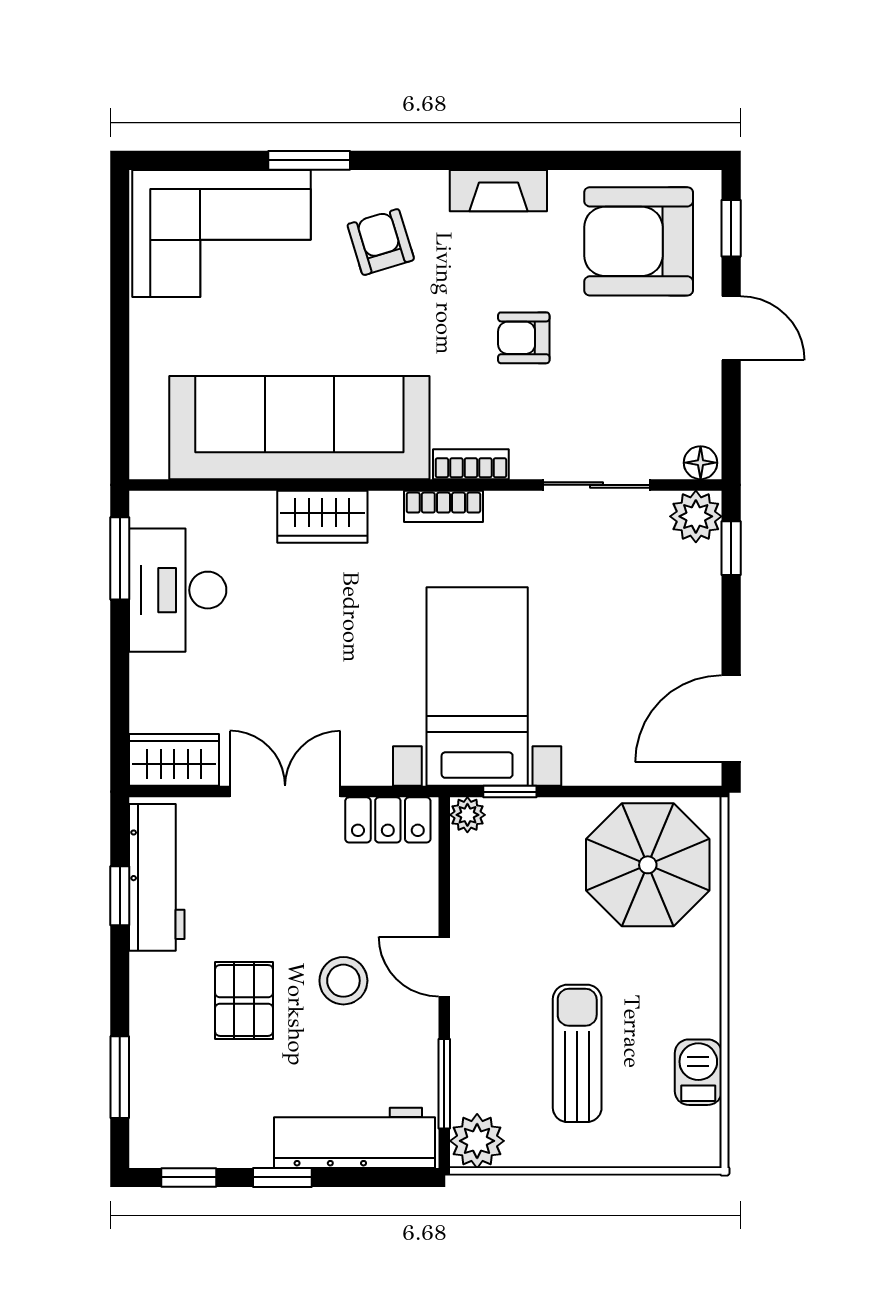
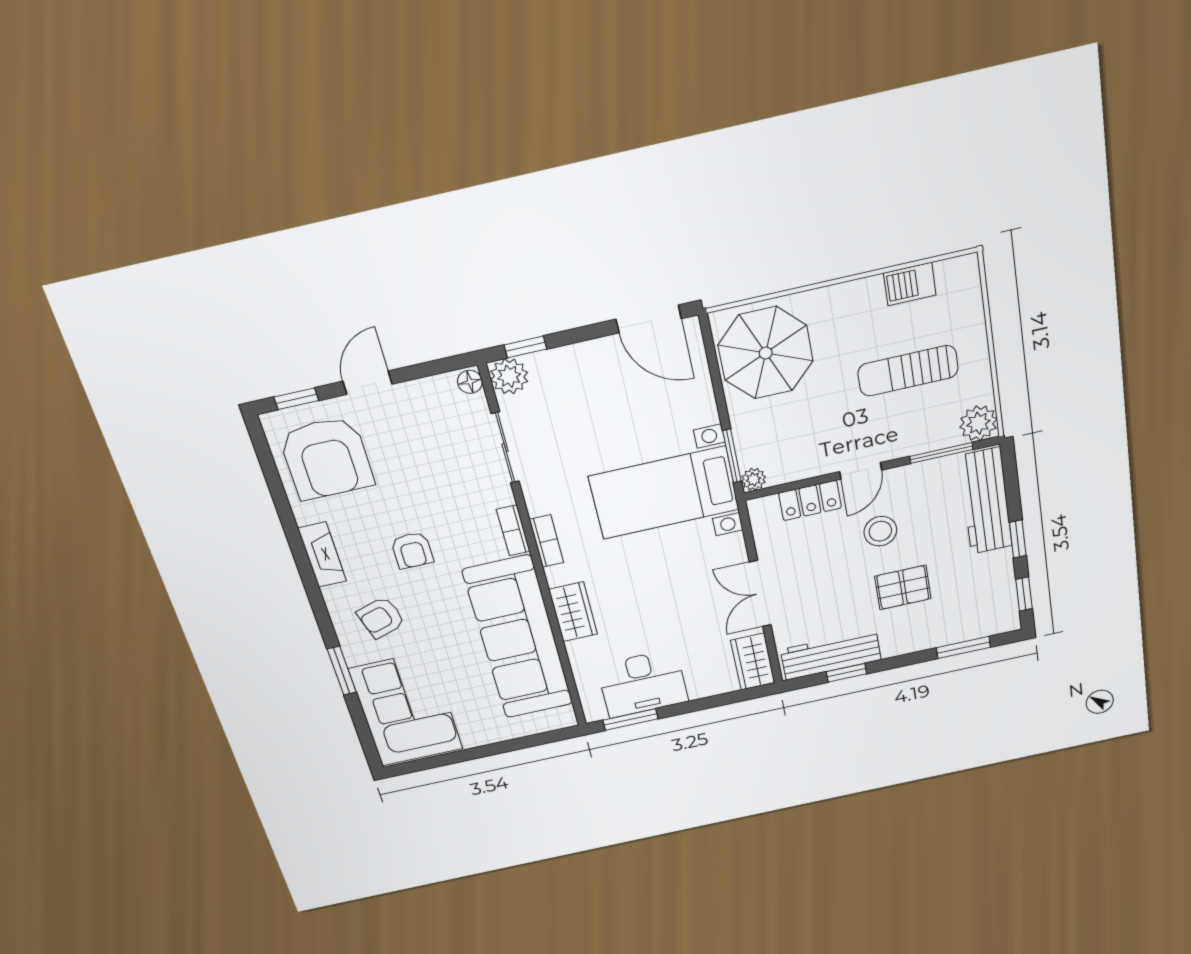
armchair: (524, 338) -> (412, 550), moved
window: (510, 792) -> (732, 456), width x1.50
locker: (388, 820) -> (810, 500), moved, turned 90

